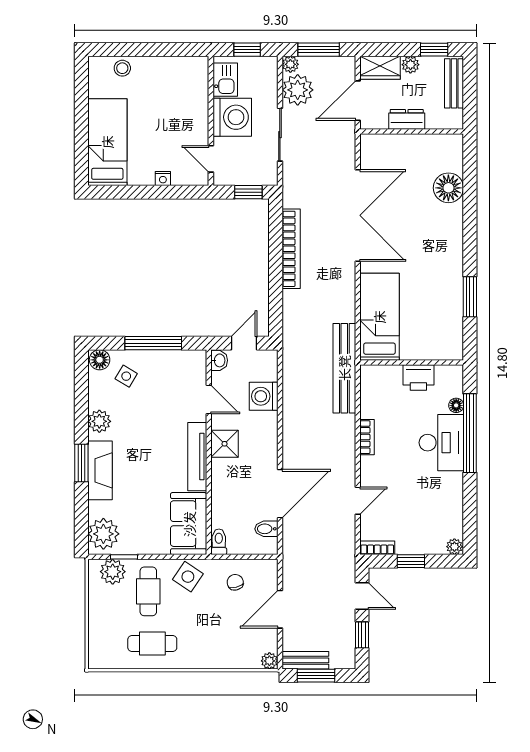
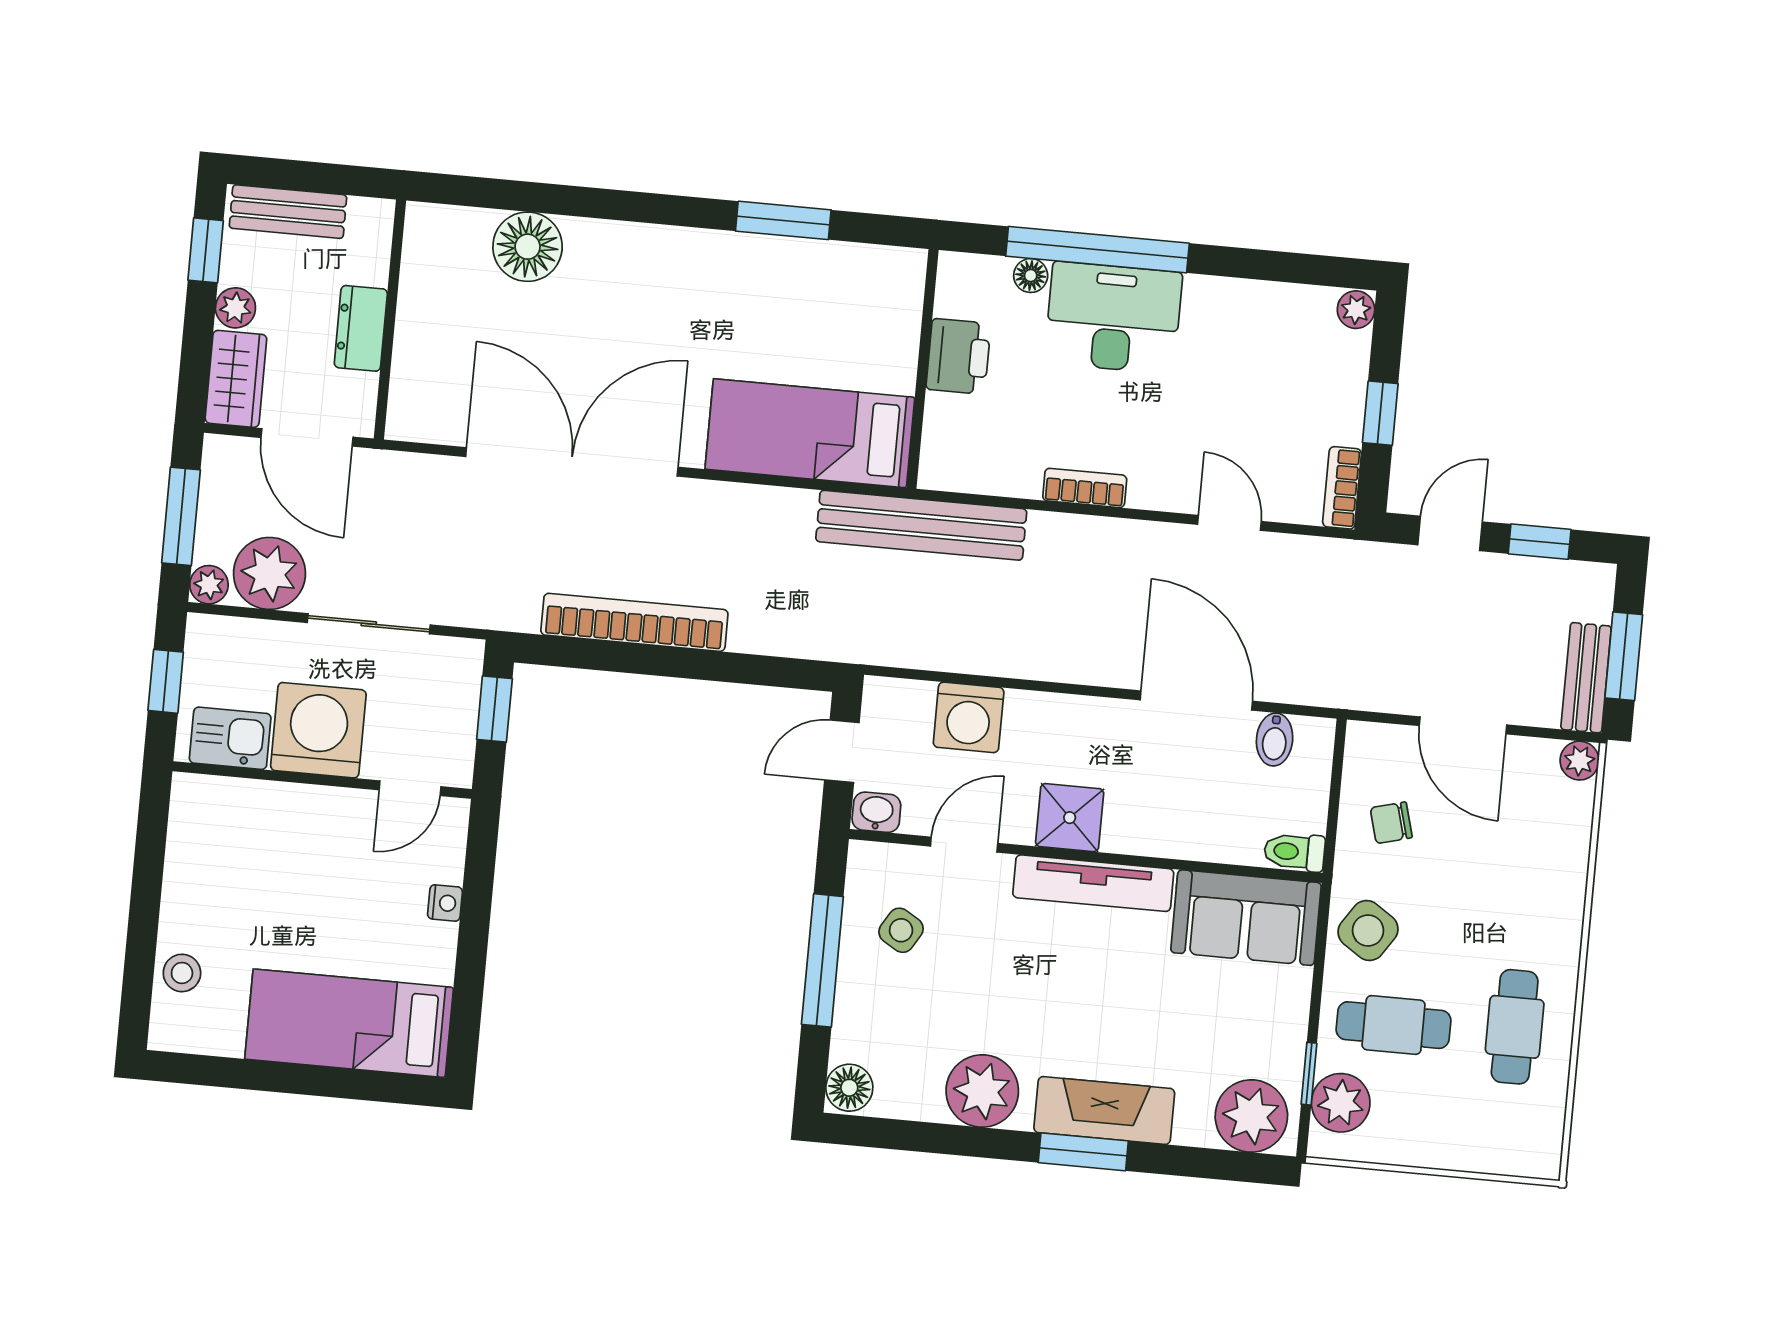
door: (244, 343) -> (842, 751), hinge flipped
side table: (126, 376) -> (901, 930), moved
plant: (99, 421) -> (982, 1091), width x1.36, depth x1.36

